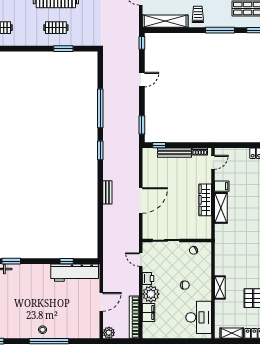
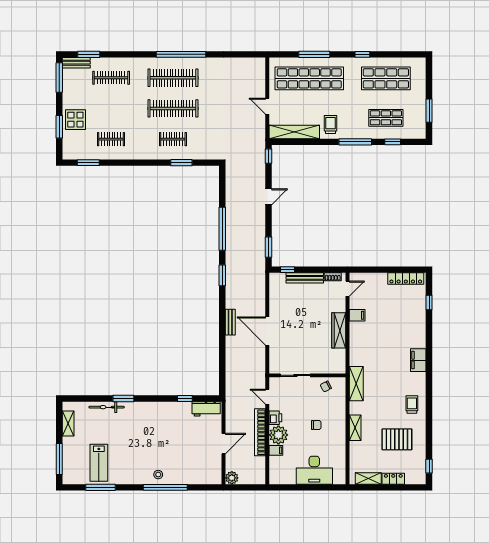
door: (141, 200) -> (267, 331), swing flipped
shelving: (221, 208) -> (356, 384), moved
workbench: (75, 273) -> (206, 409), width x0.53, depth x0.76
filing cabinet: (149, 313) -> (276, 450), width x0.50
bookcase: (134, 317) -> (260, 432), moved
desk: (199, 317) -> (314, 470), moved, turned 90

